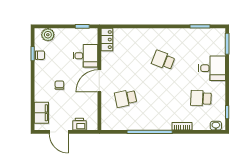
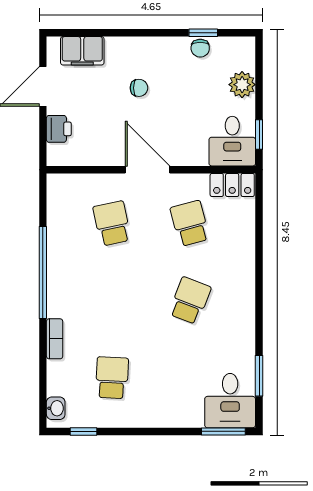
plant: (48, 35) -> (242, 85), moved
desk: (85, 56) -> (232, 141), moved
school desk: (126, 60) -> (190, 223), added
desk: (212, 68) -> (230, 401), moved

